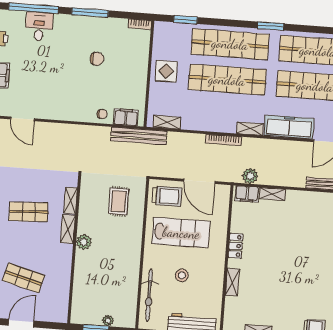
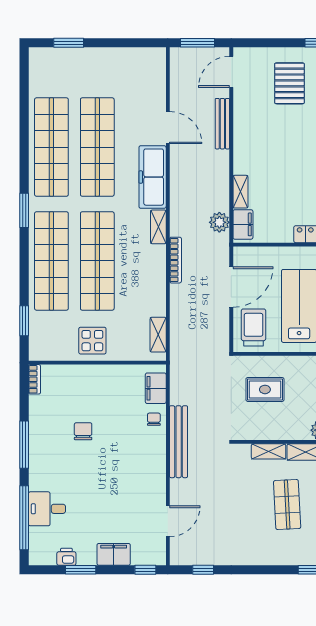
bench: (139, 136) -> (179, 442), moved

